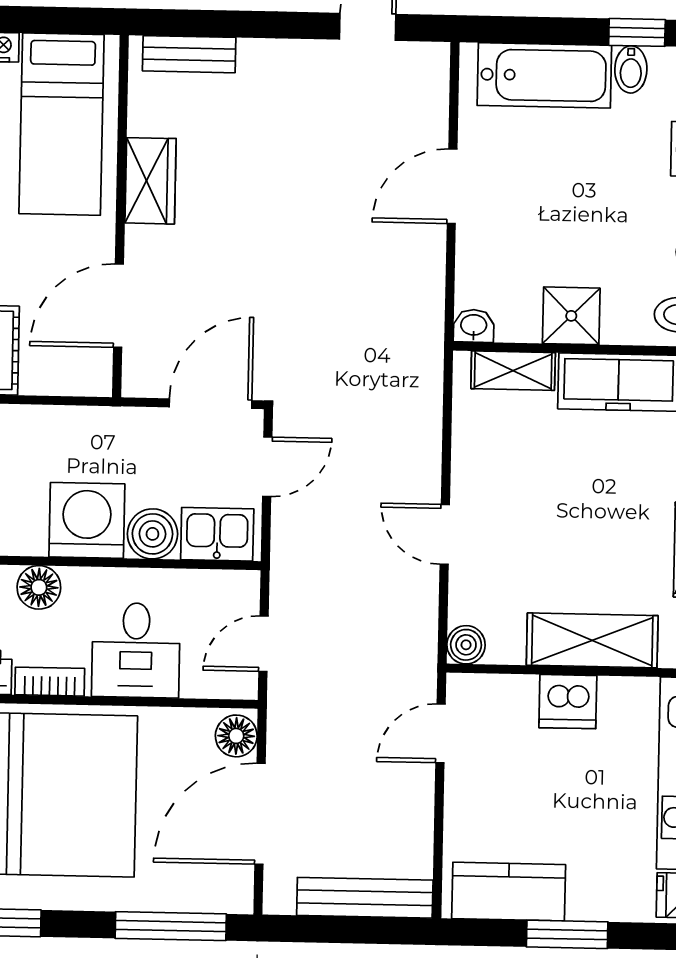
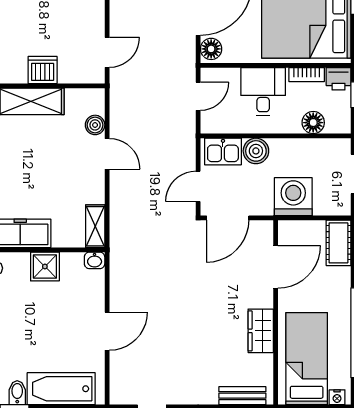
shelving: (513, 371) -> (95, 226), moved, turned 90
washing machine: (87, 520) -> (293, 197), moved, turned 180
boiler: (466, 645) -> (95, 125), moved

